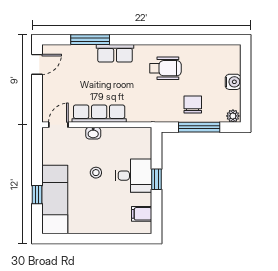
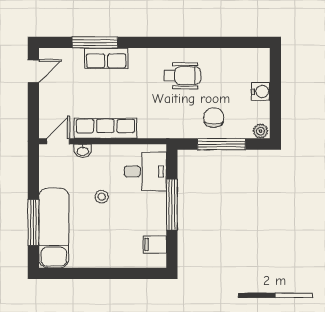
row of seats: (115, 53) -> (106, 58), moved
washbasin: (93, 133) -> (83, 151), moved
desk: (134, 176) -> (145, 171), moved
window: (156, 179) -> (172, 204), width x2.17
window: (37, 195) -> (33, 222), width x2.17

